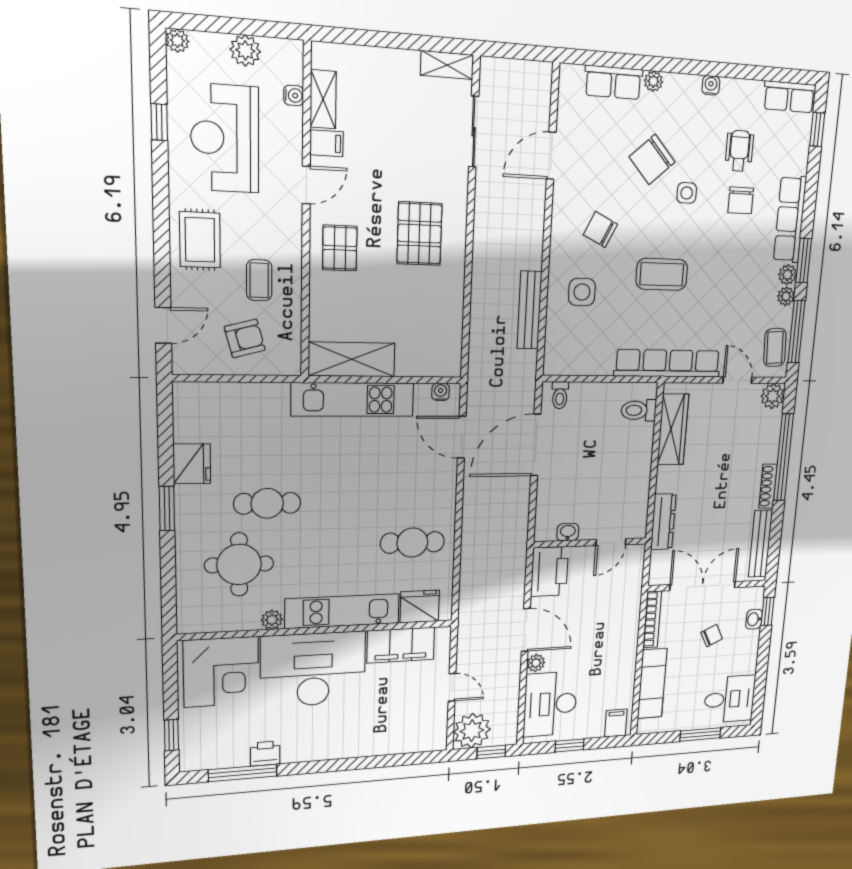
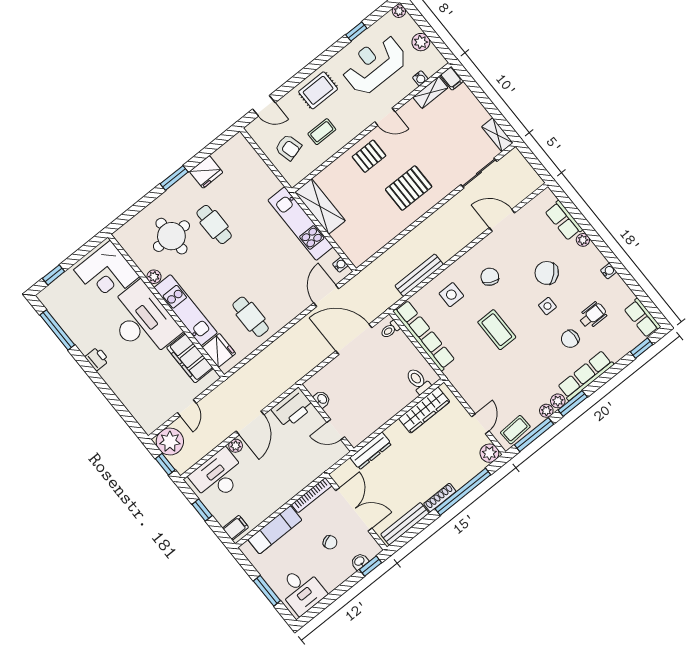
filing cabinet: (327, 143) -> (452, 78), moved
row of seats: (668, 363) -> (424, 336), moved
printer: (265, 754) -> (97, 359), moved

